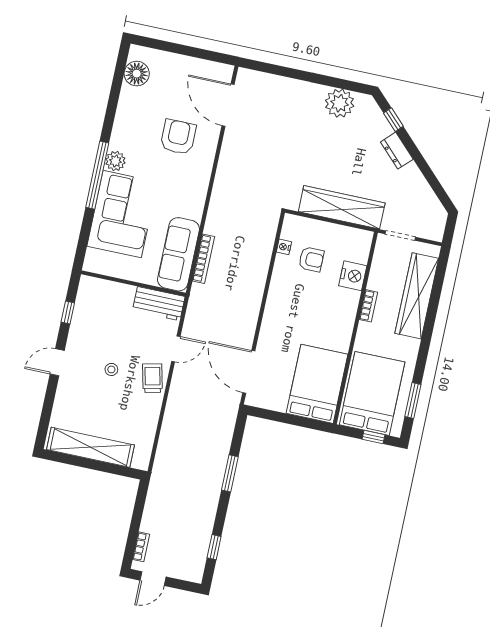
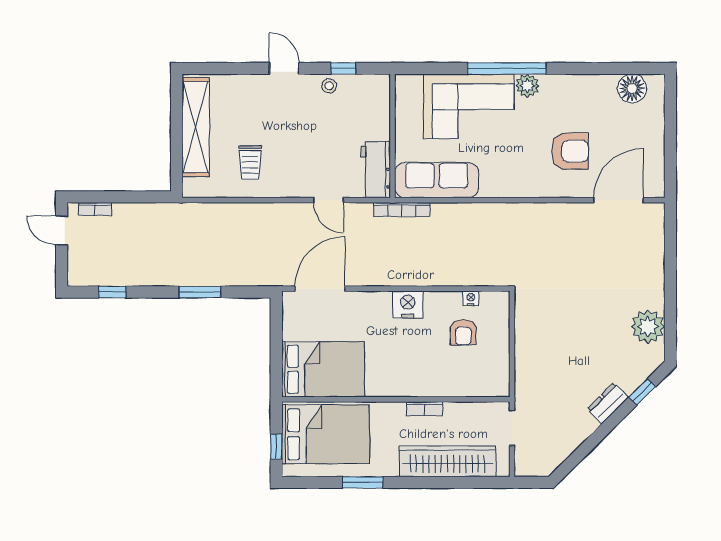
wardrobe: (342, 207) -> (530, 354), removed
bookcase: (203, 259) -> (402, 210), moved
nightstand: (353, 276) -> (408, 304), moved, turned 180
stool: (111, 369) -> (329, 86), moved
trolley: (152, 378) -> (250, 162), moved, turned 103
window: (413, 400) -> (363, 482), moved

